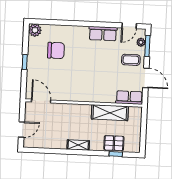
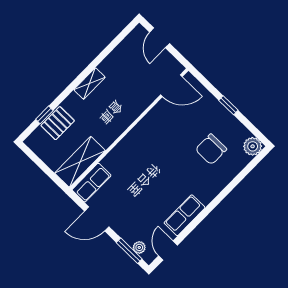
coffee table: (131, 60) -> (130, 220), removed
shelving: (110, 113) -> (80, 162), moved

